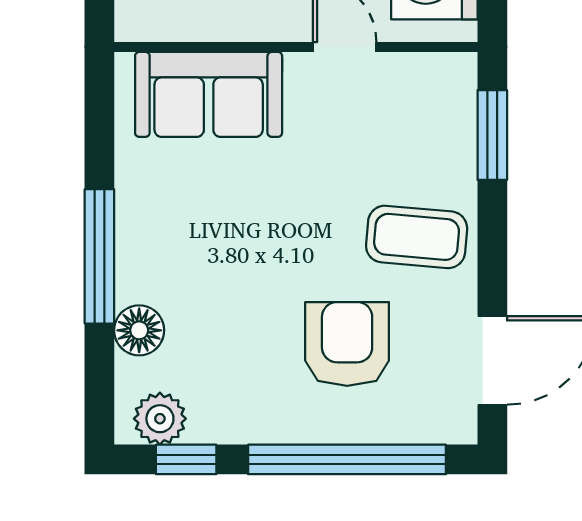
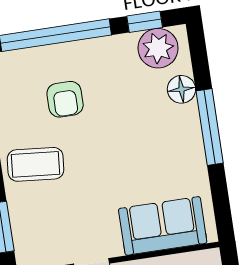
armchair: (347, 344) -> (65, 99), width x0.72, depth x0.72
plant: (160, 419) -> (158, 48), width x1.36, depth x1.36

